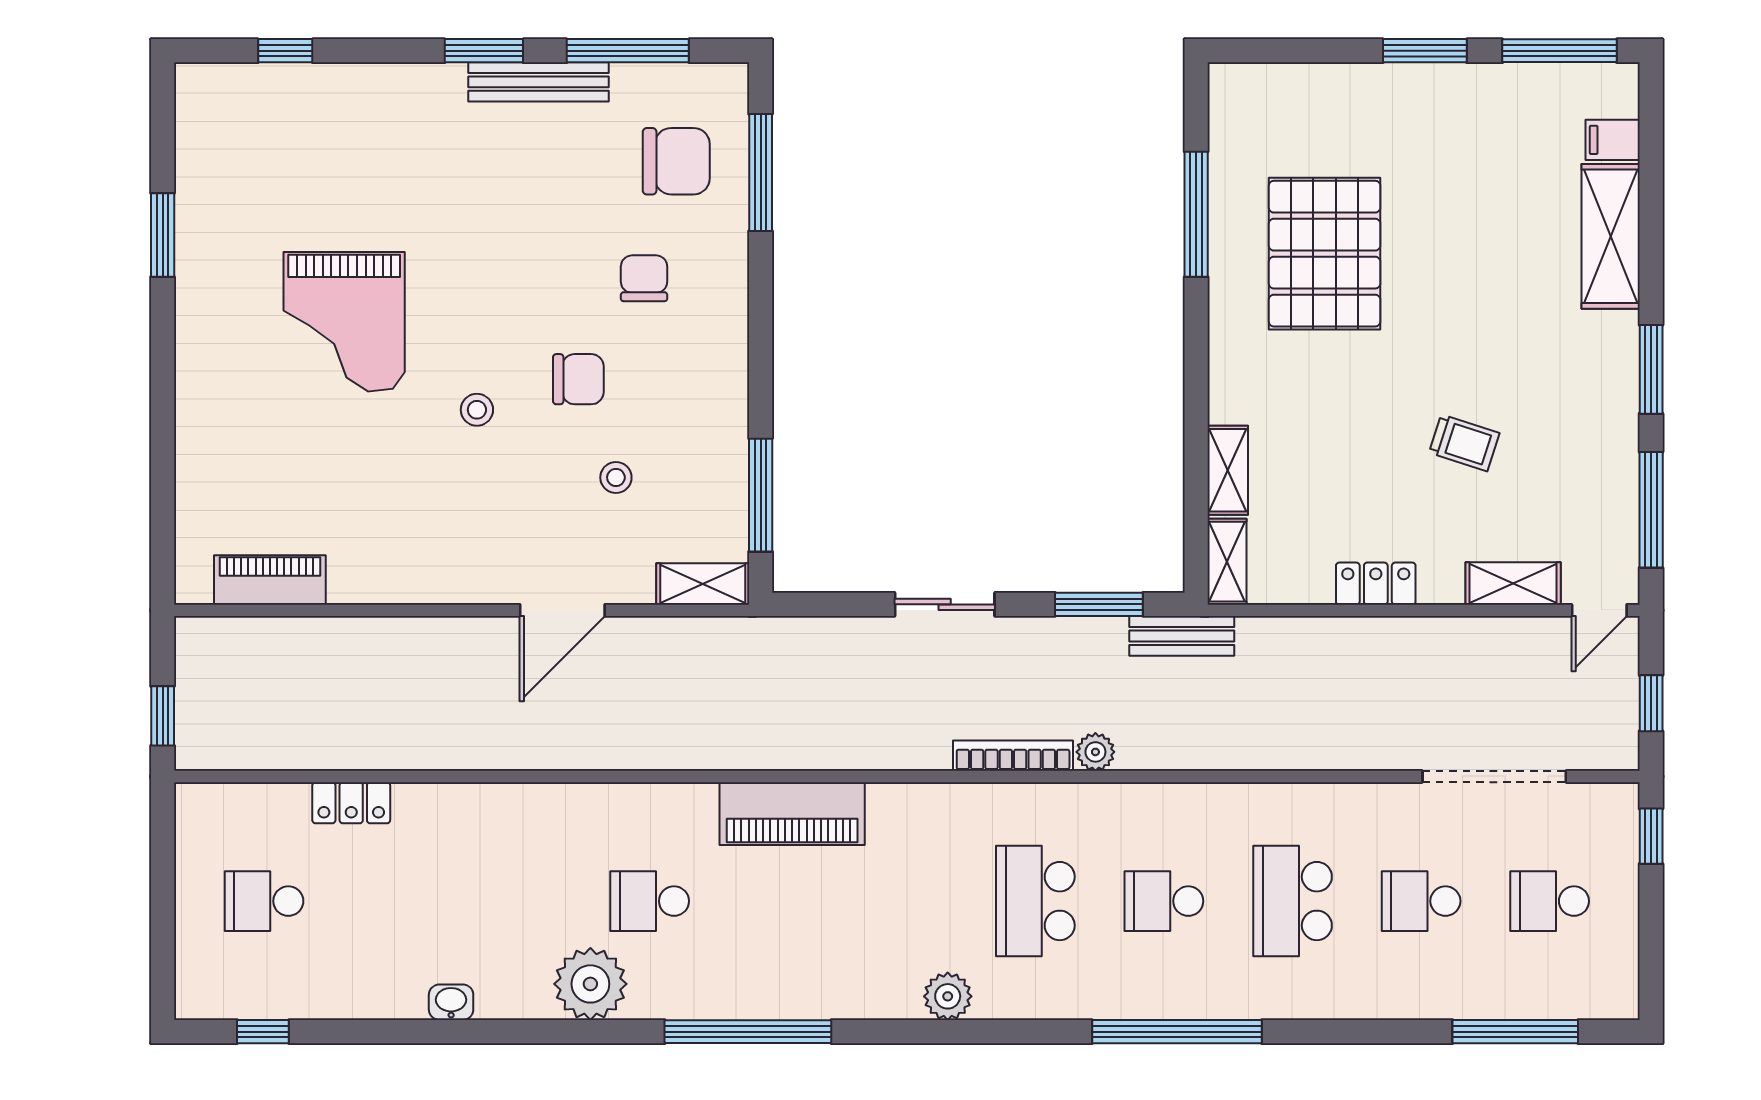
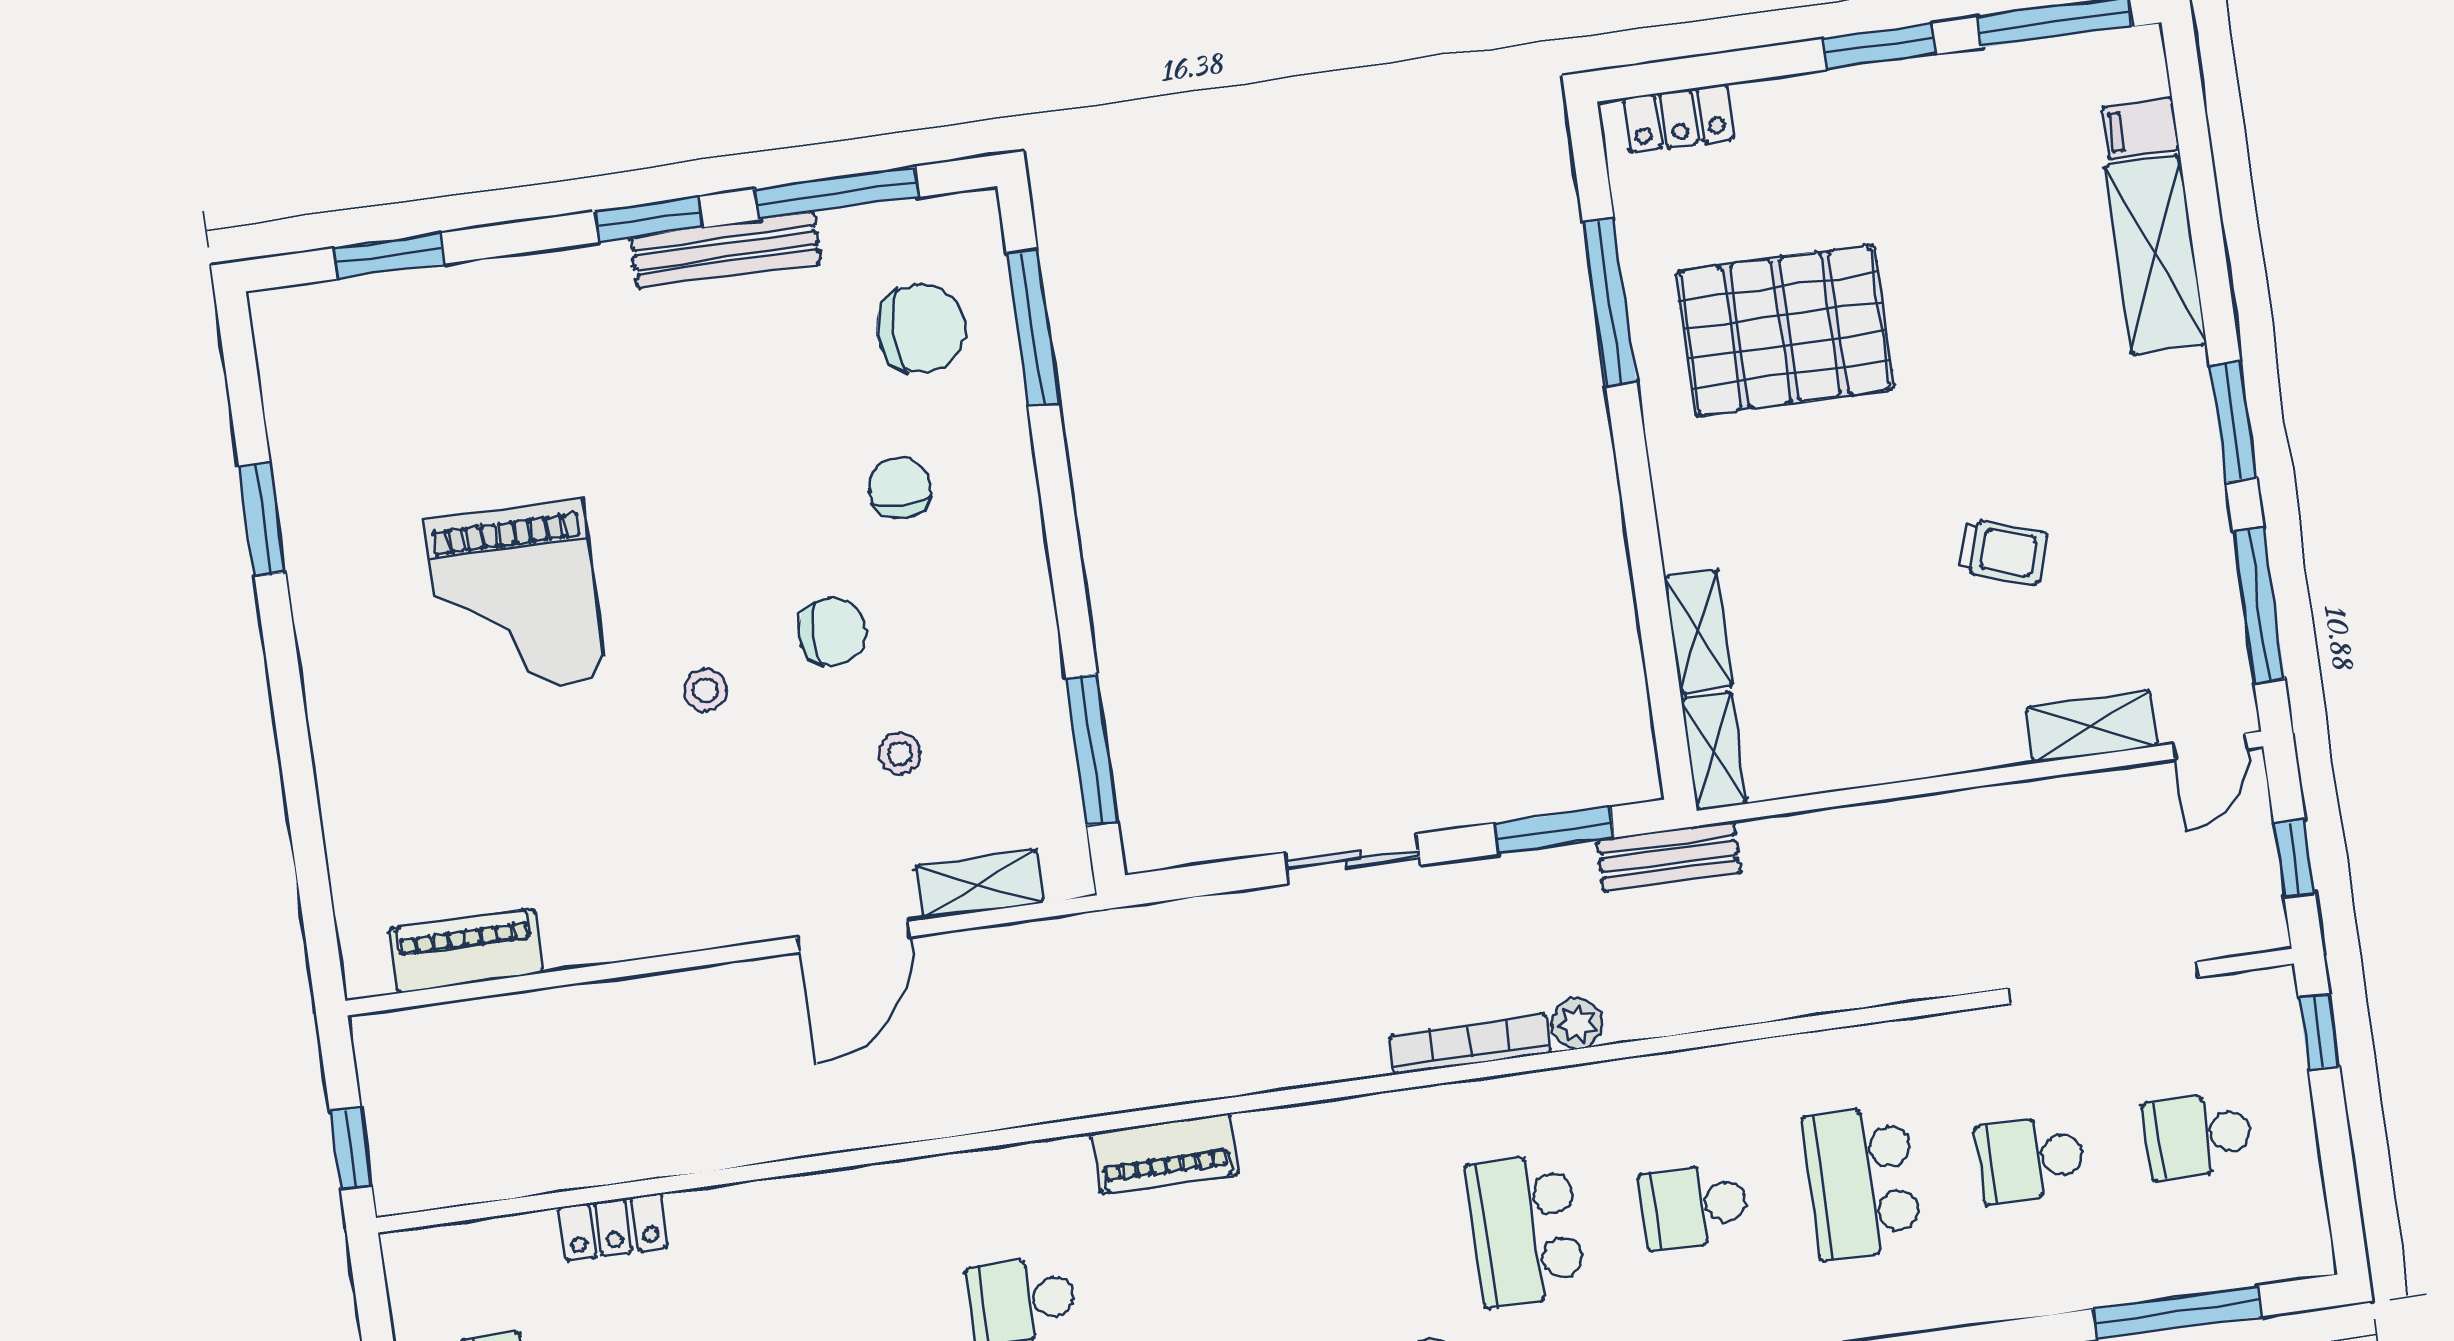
window: (285, 51) -> (389, 256), width x1.50
pallet: (1325, 254) -> (1785, 330), turned 90
shelving: (703, 584) -> (979, 884), moved
locker: (1376, 584) -> (1679, 118), moved, turned 180
piano: (792, 814) -> (1165, 1154), width x0.73, depth x0.75

